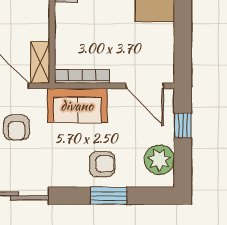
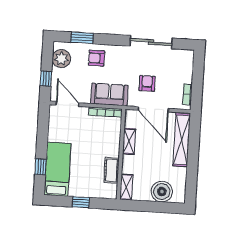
shelving: (40, 62) -> (129, 141), moved
window: (109, 196) -> (82, 38), moved

